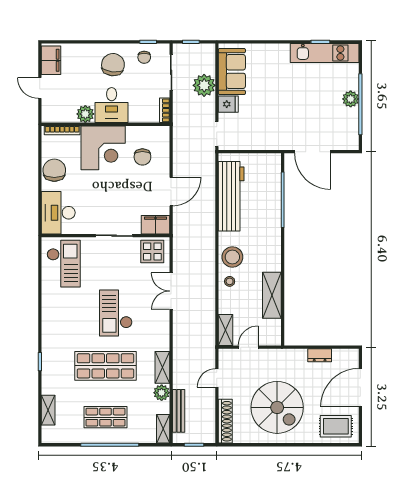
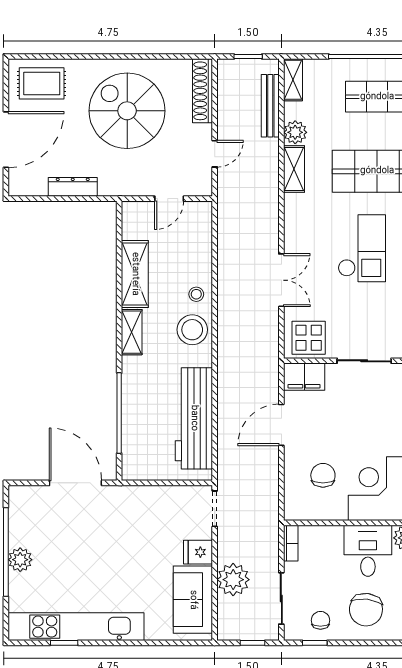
kitchen unit: (325, 53) -> (76, 627), width x1.36
shelving: (225, 330) -> (132, 332), moved
dresser: (320, 355) -> (73, 187), width x1.44

